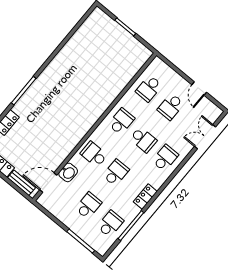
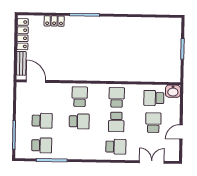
school desk: (171, 107) -> (153, 123), turned 90
school desk: (121, 121) -> (117, 97), turned -90
washbasin: (68, 172) -> (173, 91), moved
locker: (145, 197) -> (79, 154), removed

